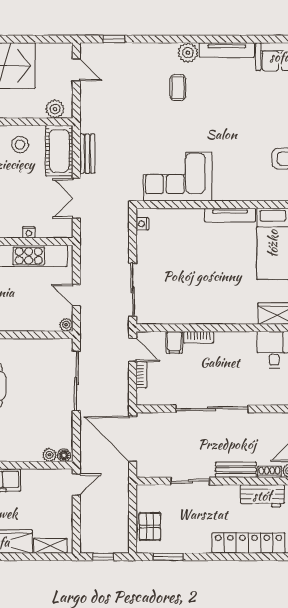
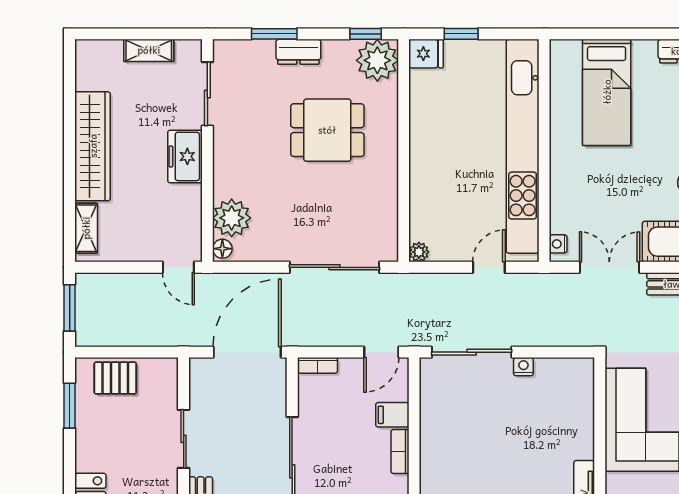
nightstand: (142, 224) -> (523, 367), moved
nightstand: (29, 232) -> (558, 244), moved
door: (76, 295) -> (489, 267), moved
bookcase: (141, 375) -> (317, 365), moved
plant: (49, 455) -> (232, 218), width x1.88, depth x1.88
window: (103, 557) -> (70, 308), width x1.50

